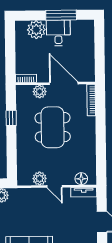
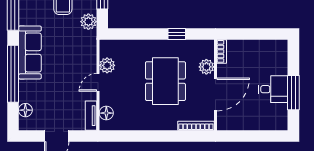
plant: (36, 30) -> (277, 64), removed
dining table: (53, 127) -> (165, 81), turned 90

